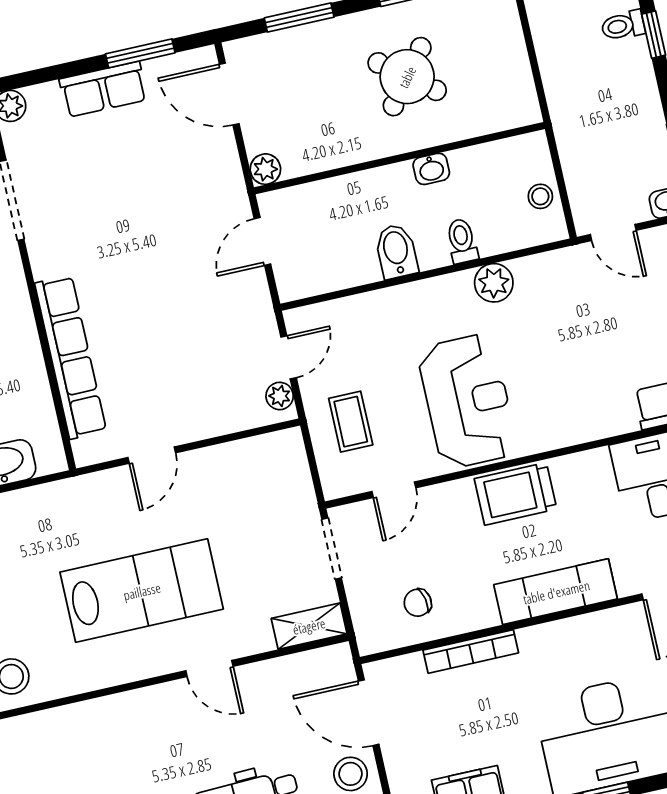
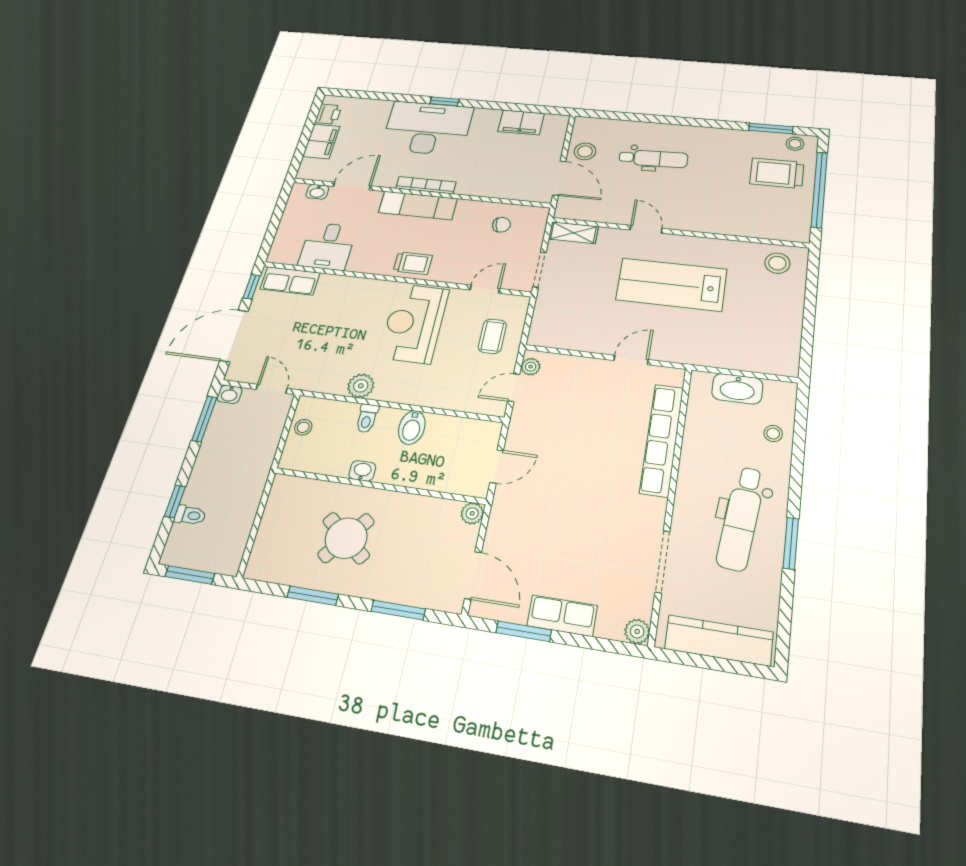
trolley: (515, 494) -> (413, 263), width x0.73, depth x0.72
bookcase: (471, 652) -> (426, 185), moved

